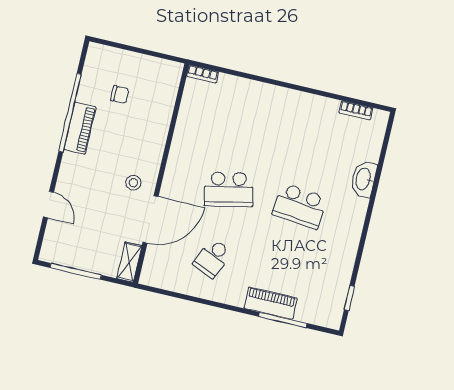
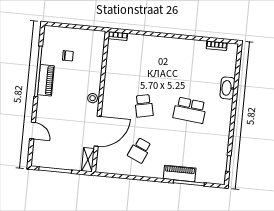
stool: (133, 183) -> (93, 98), moved
school desk: (229, 189) -> (144, 106), width x0.54

